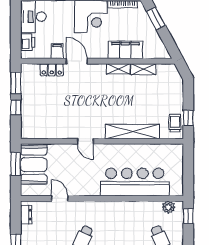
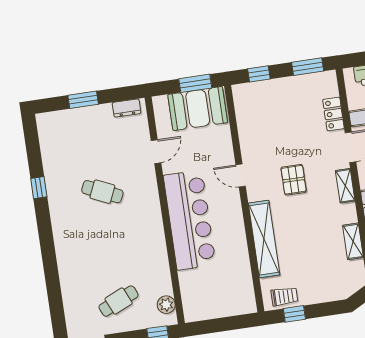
shelving: (118, 69) -> (345, 186), moved
pallet: (94, 105) -> (294, 180), added
window: (16, 107) -> (259, 74), moved
door: (85, 141) -> (241, 176), hinge flipped
bar counter: (135, 182) -> (189, 220), moved

